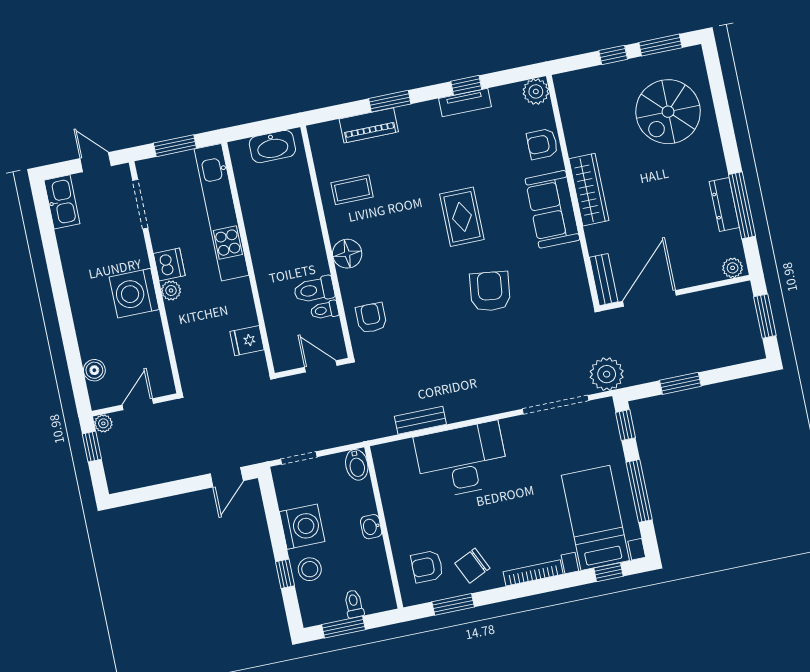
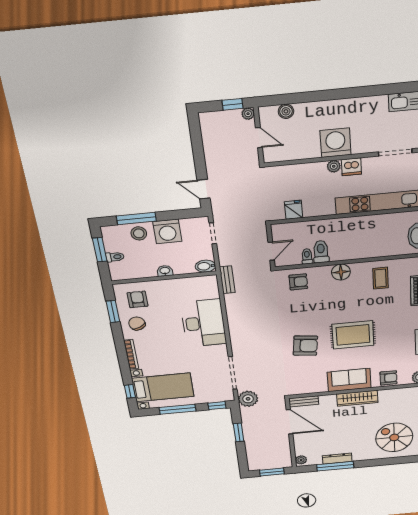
armchair: (542, 144) -> (388, 378), turned 90
rug: (462, 217) -> (353, 335), width x1.36, depth x1.43
bench: (420, 420) -> (227, 280), moved
window: (285, 574) -> (136, 219), width x2.17

